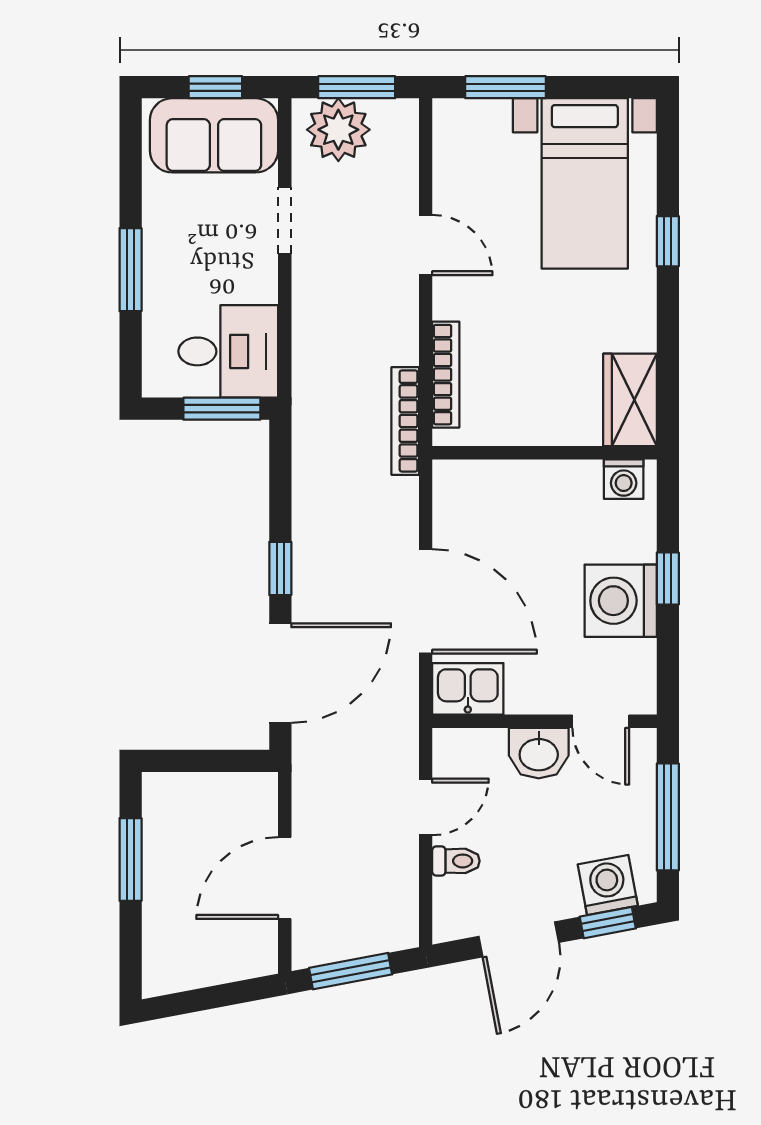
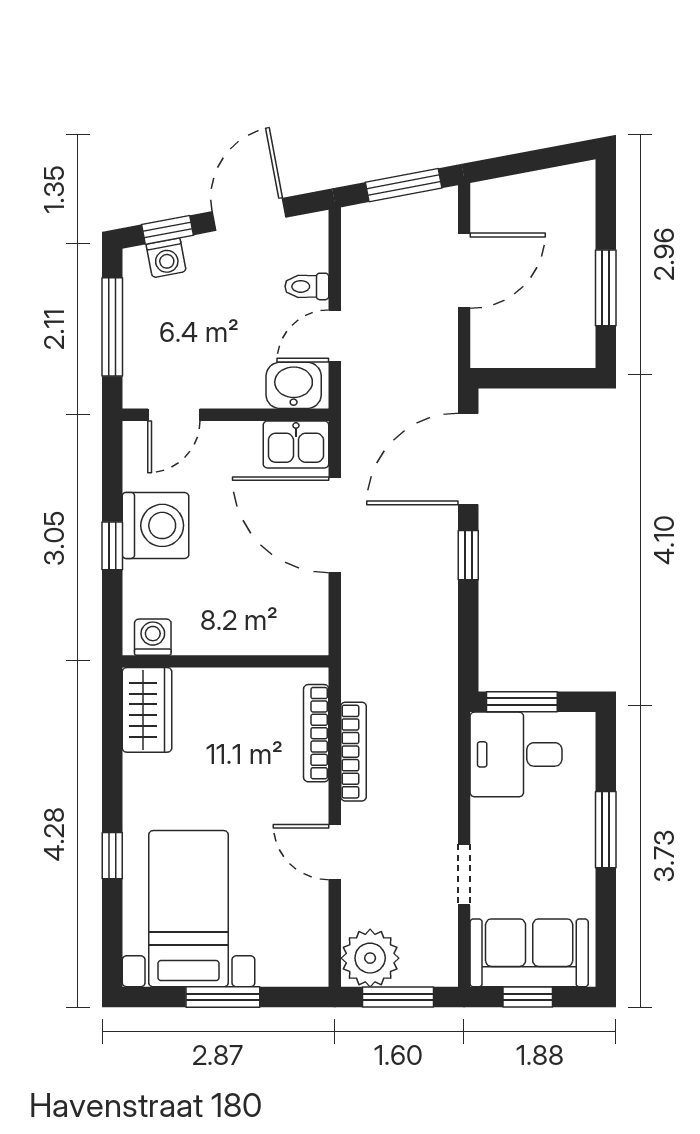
window: (505, 87) -> (223, 997), moved
plant: (338, 130) -> (370, 958), moved
bookcase: (405, 421) -> (353, 752), moved
door: (601, 721) -> (174, 415), swing flipped
washbasin: (539, 753) -> (294, 385), moved
washing machine: (608, 885) -> (166, 258), width x0.73, depth x0.73

